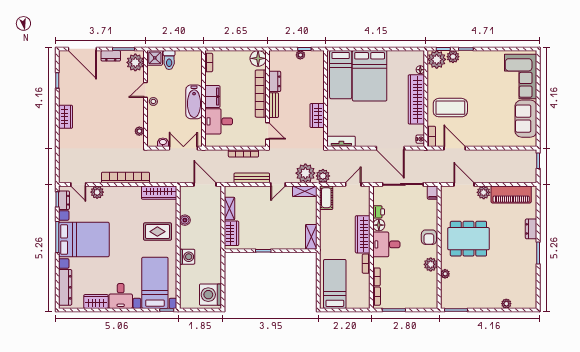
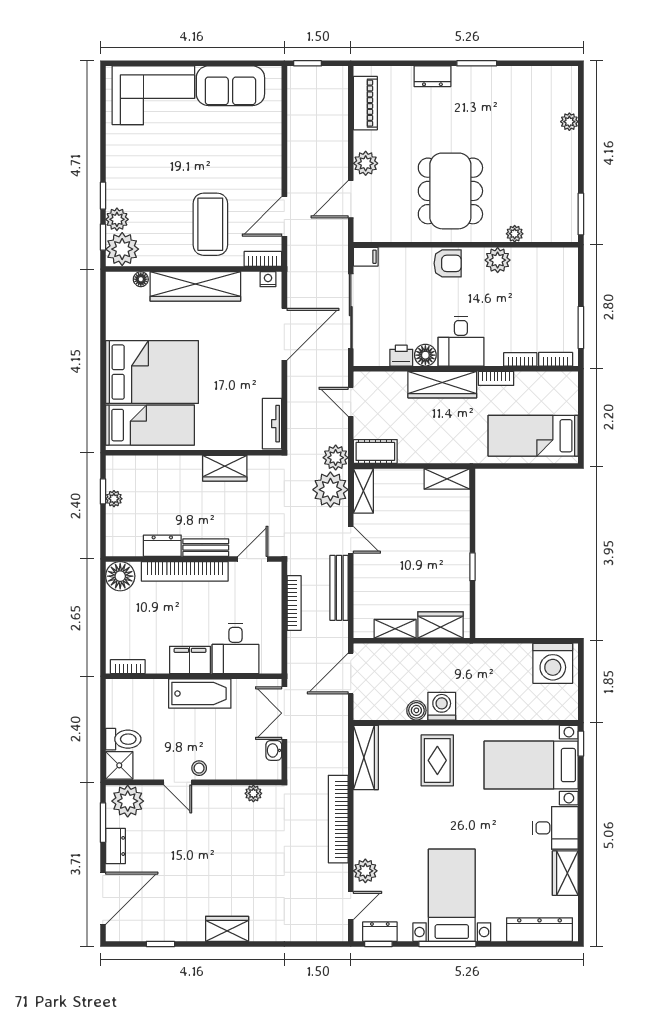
piano: (511, 194) -> (365, 103), width x0.73, depth x0.75
bed with nightstands: (84, 239) -> (452, 895), width x0.73
washing machine: (187, 257) -> (442, 706), moved

